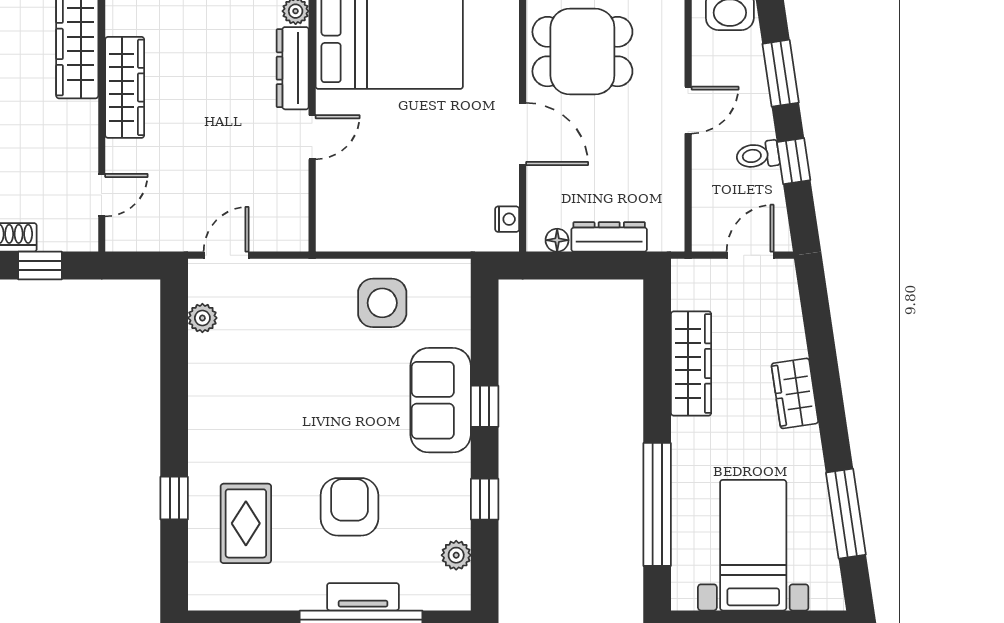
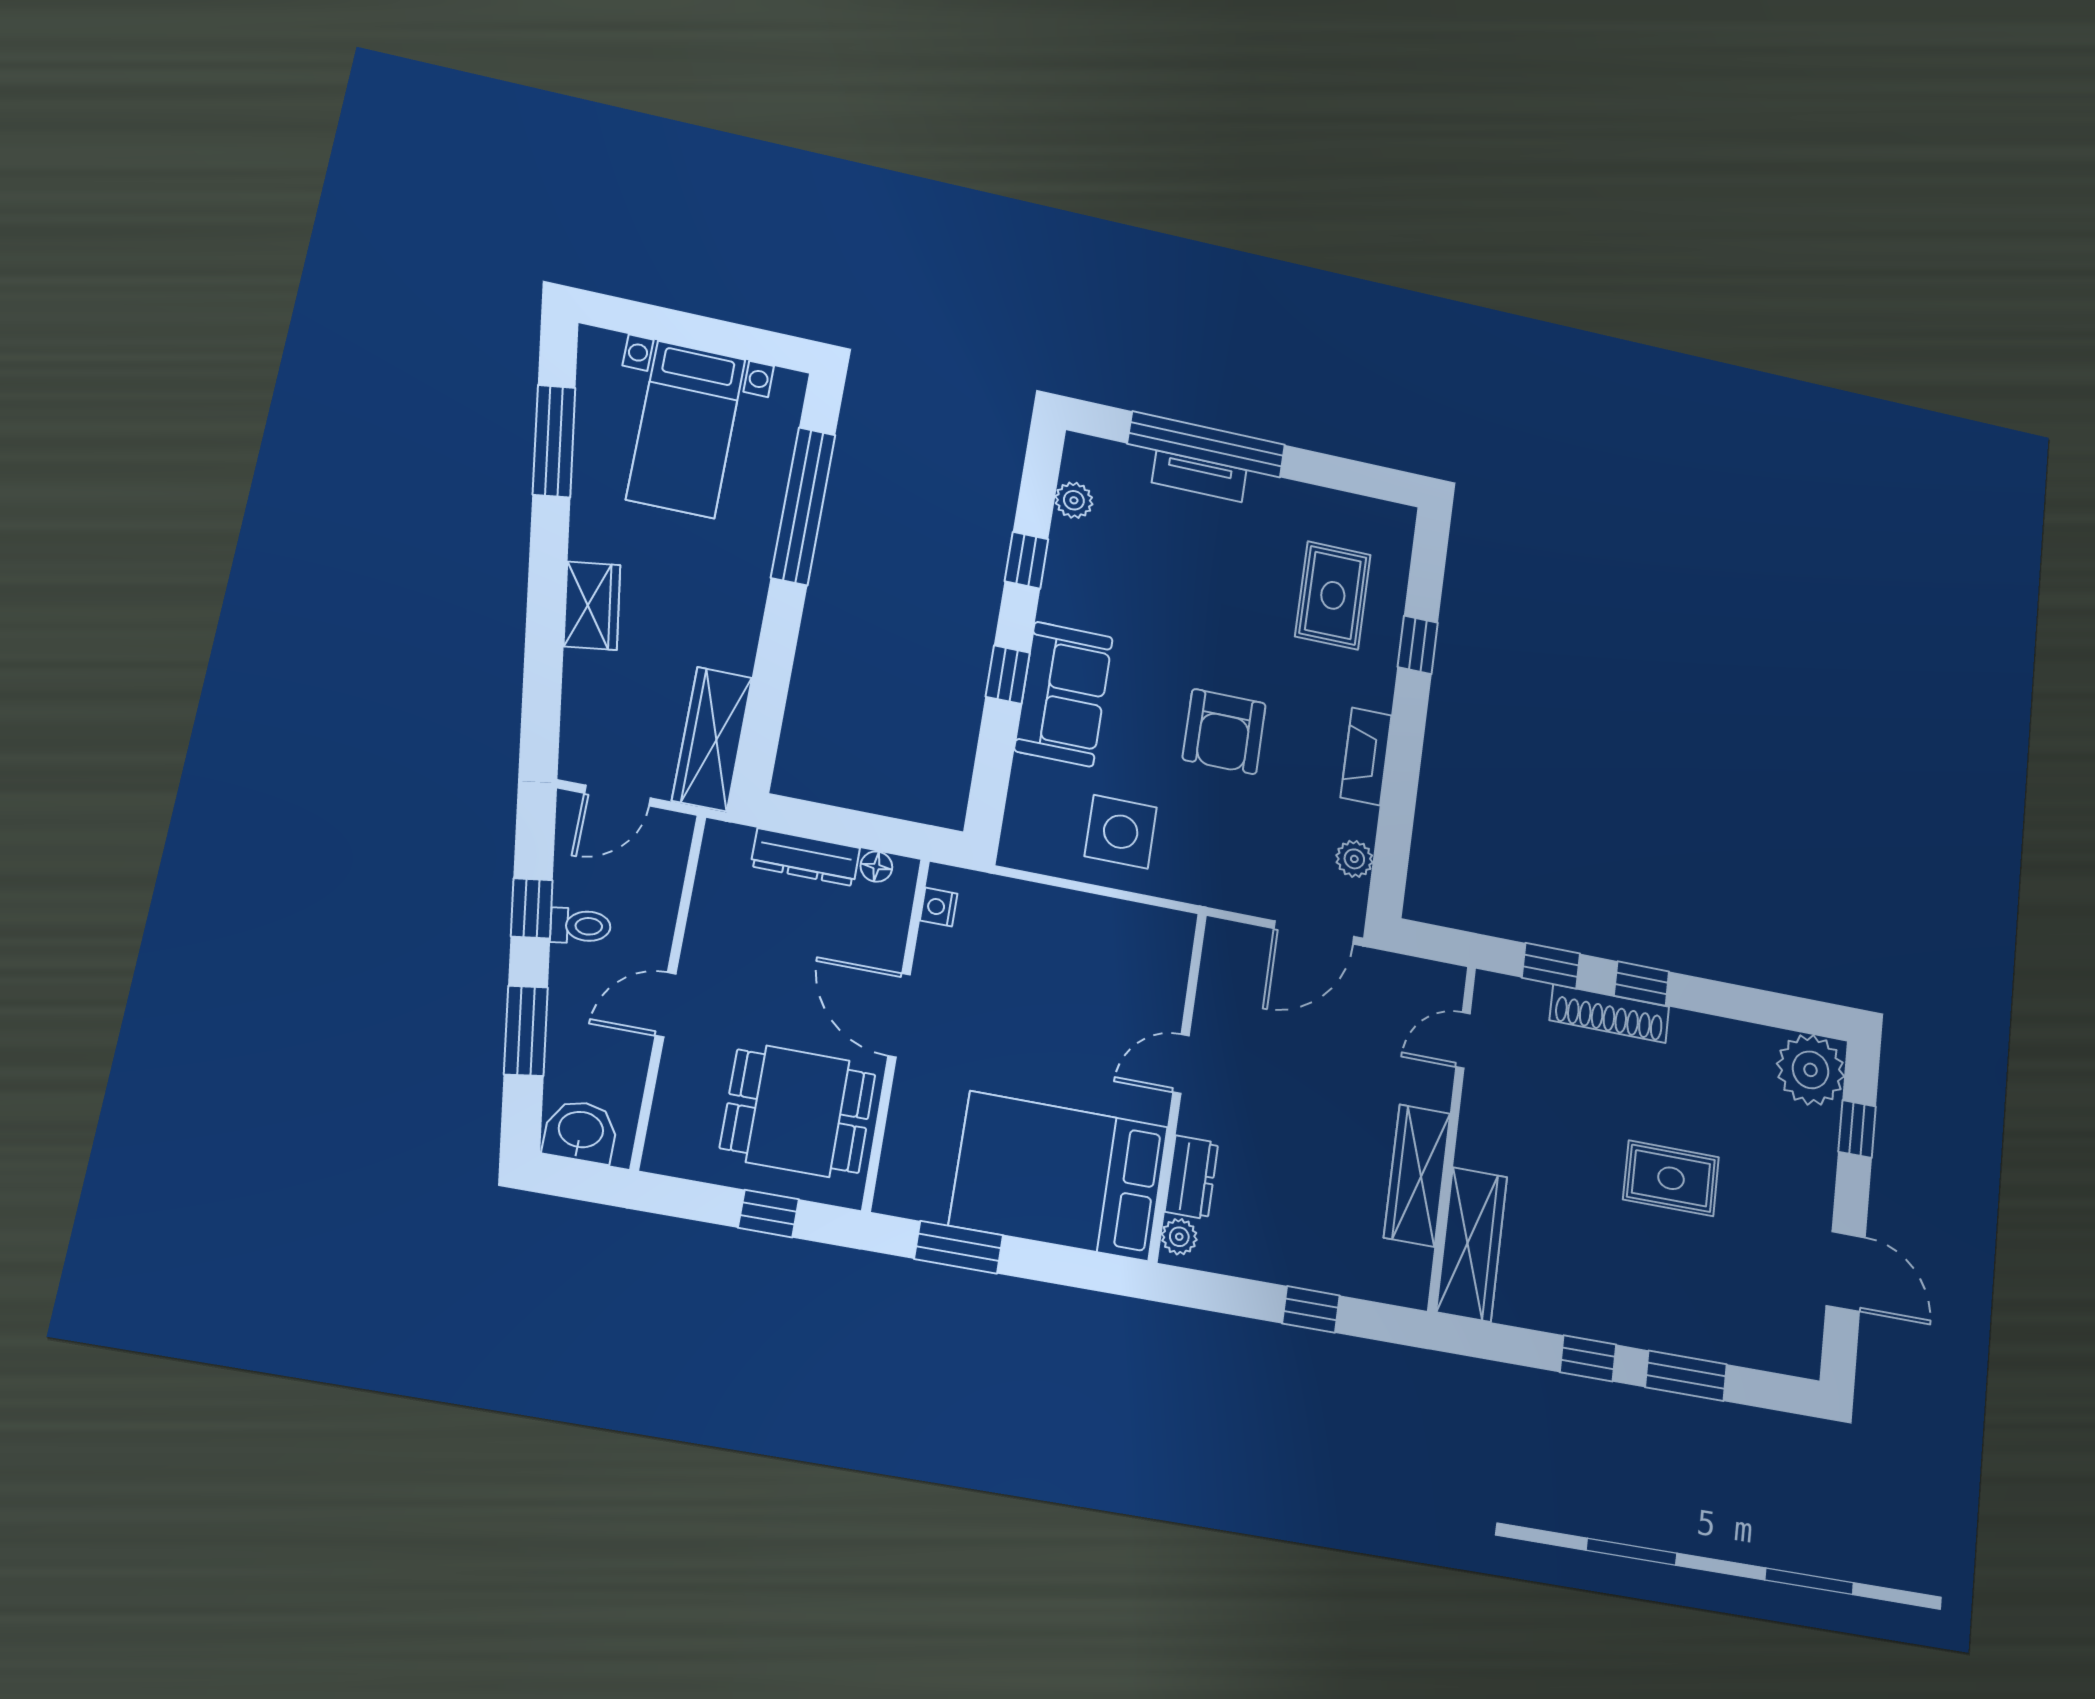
dresser: (293, 68) -> (1192, 1177), width x0.70
door: (226, 255) -> (1314, 932), width x1.37
wardrobe: (691, 364) -> (712, 739), moved
fireplace: (204, 400) -> (1366, 756), added
armchair: (349, 507) -> (1224, 732), moved

